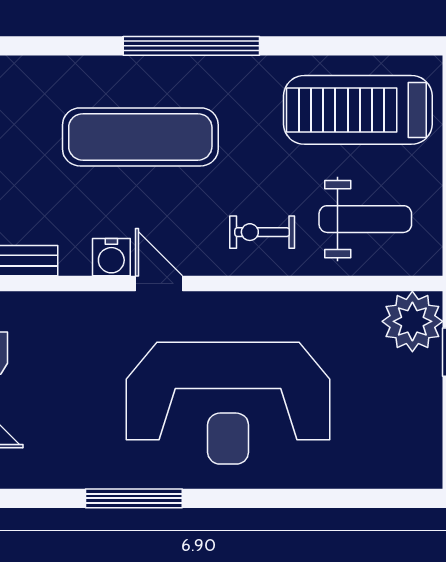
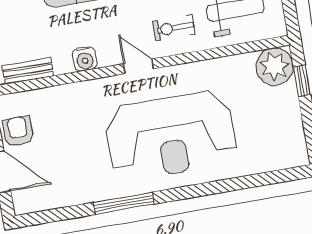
door: (159, 284) -> (138, 66), moved

